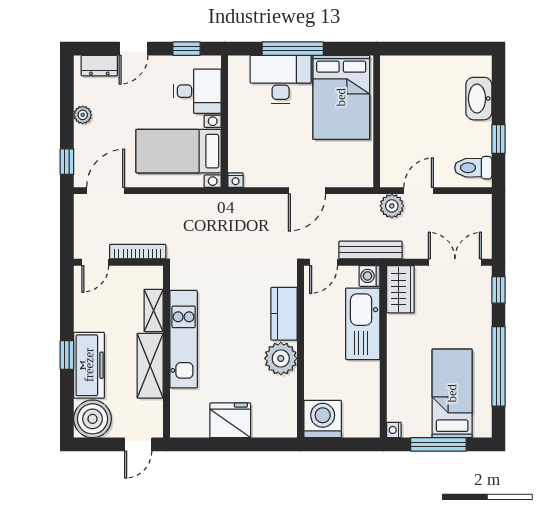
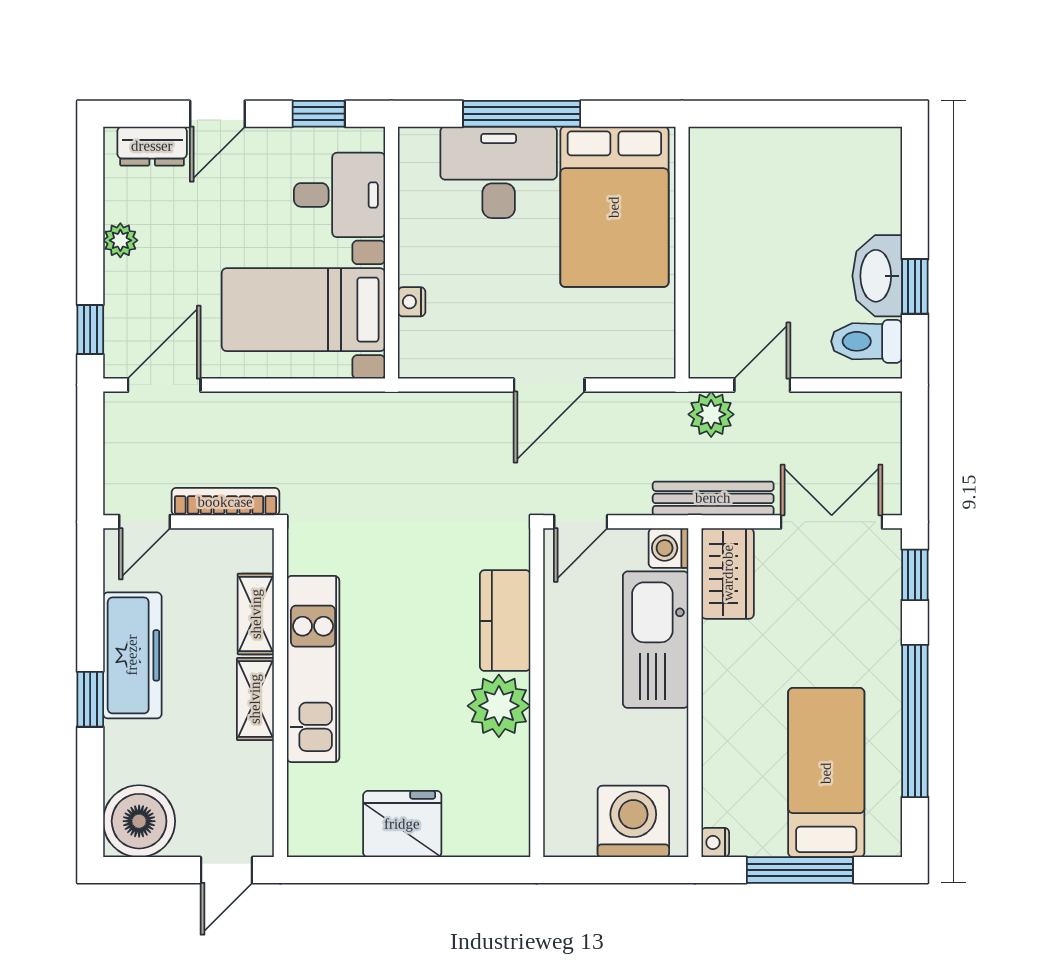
washbasin: (479, 99) -> (877, 276), moved
nightstand: (236, 180) -> (412, 302), moved, turned 90
bench: (370, 250) -> (713, 498), moved
freezer: (89, 365) -> (132, 655), moved
shelving: (150, 366) -> (255, 699), width x0.67, depth x0.75
washing machine: (323, 419) -> (633, 821), moved

